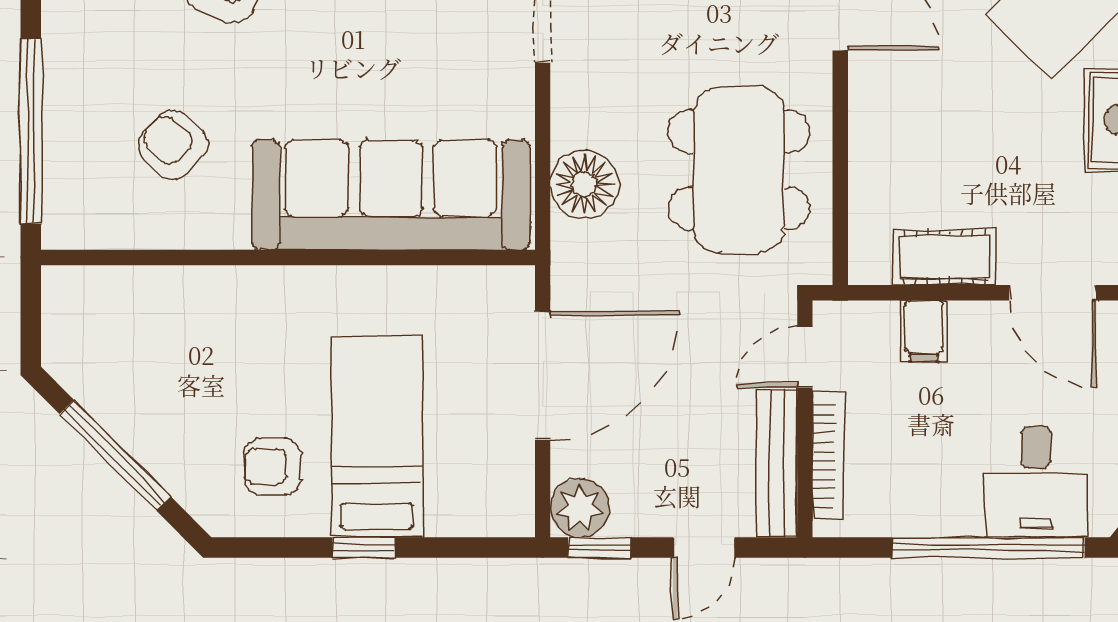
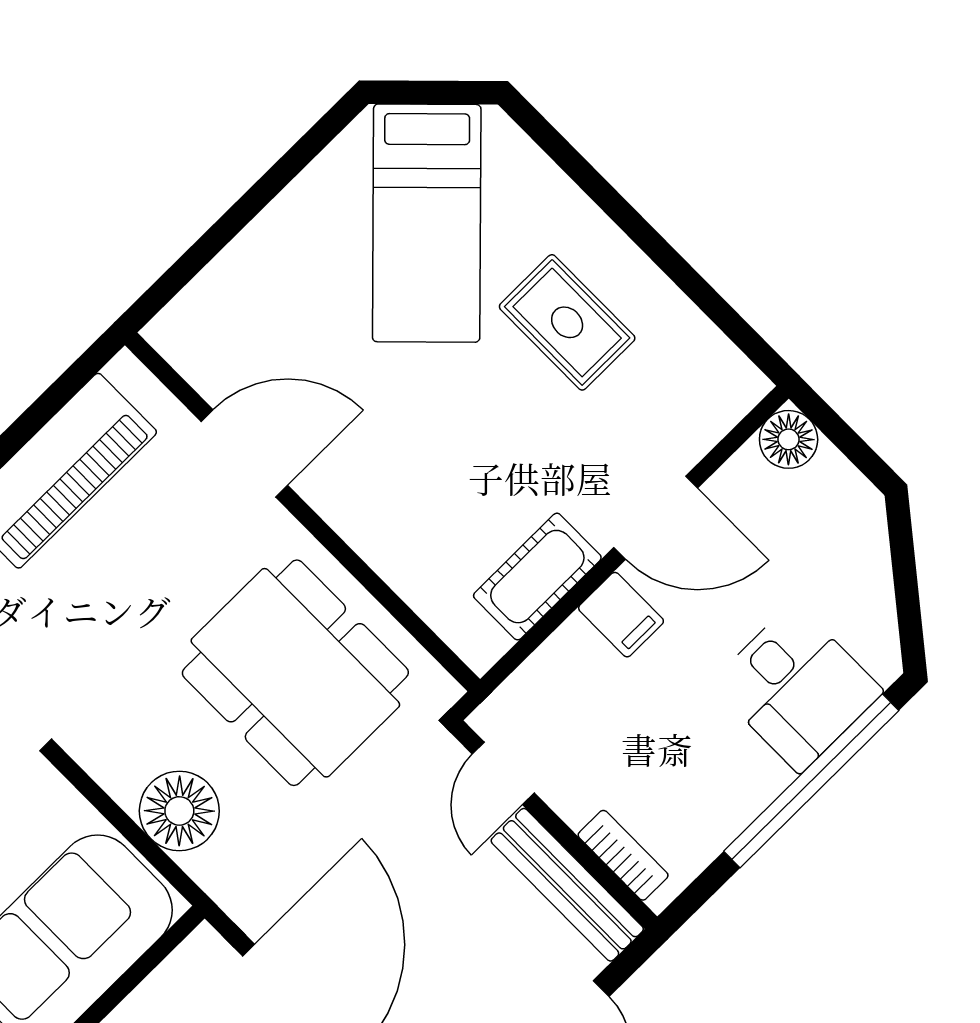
filing cabinet: (924, 331) -> (621, 615), moved
bookcase: (829, 456) -> (623, 855), width x0.64

